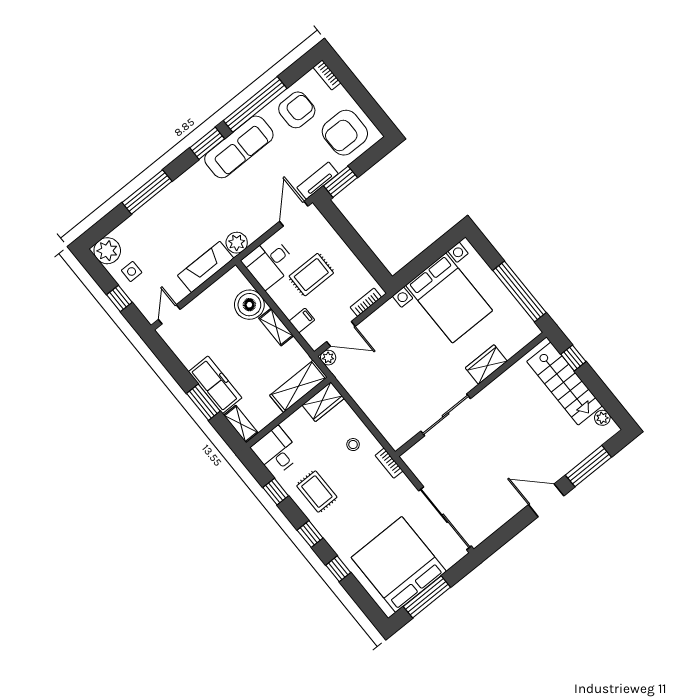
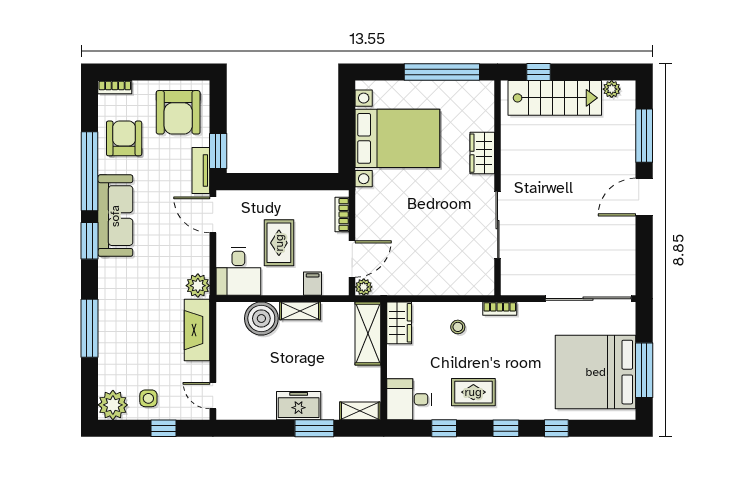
freezer: (215, 385) -> (299, 406), width x0.71

